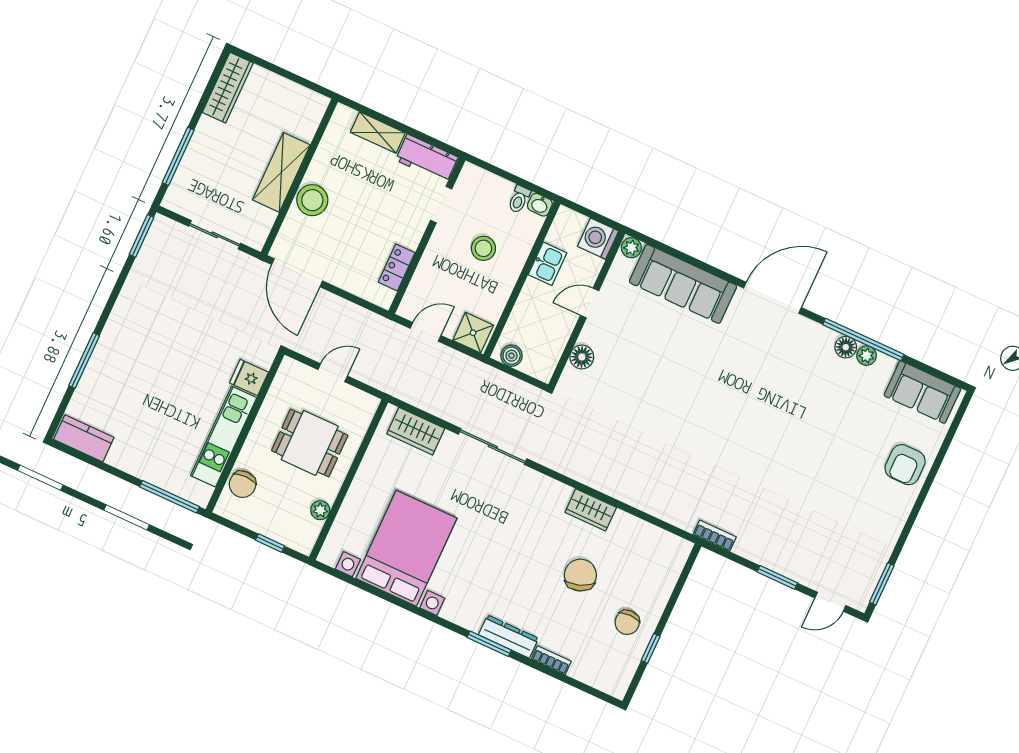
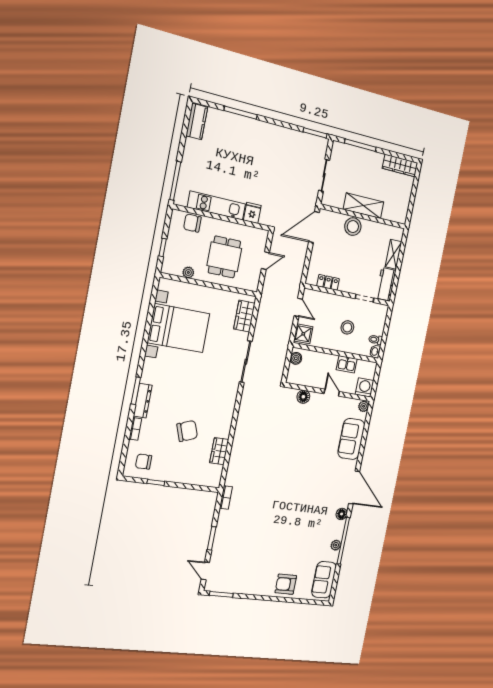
sofa: (683, 284) -> (351, 439), width x0.73
floor lamp: (846, 347) -> (342, 514), moved
door: (333, 373) -> (265, 261), hinge flipped
wardrobe: (591, 510) -> (219, 451), moved
chair: (627, 622) -> (144, 462), moved

